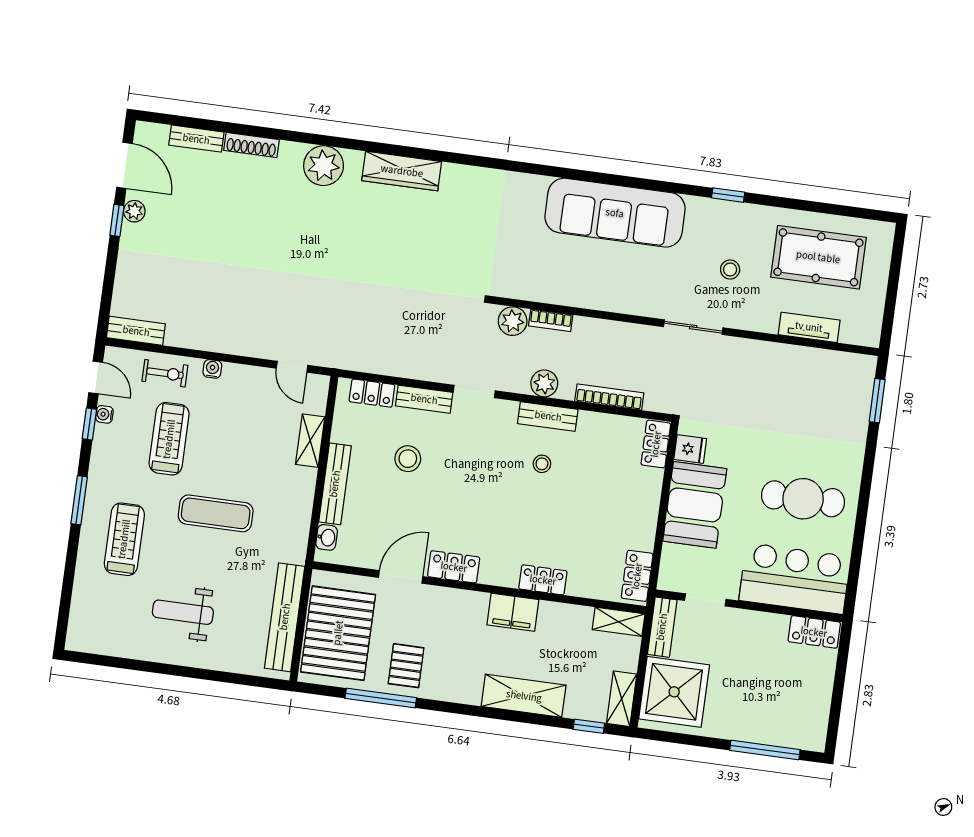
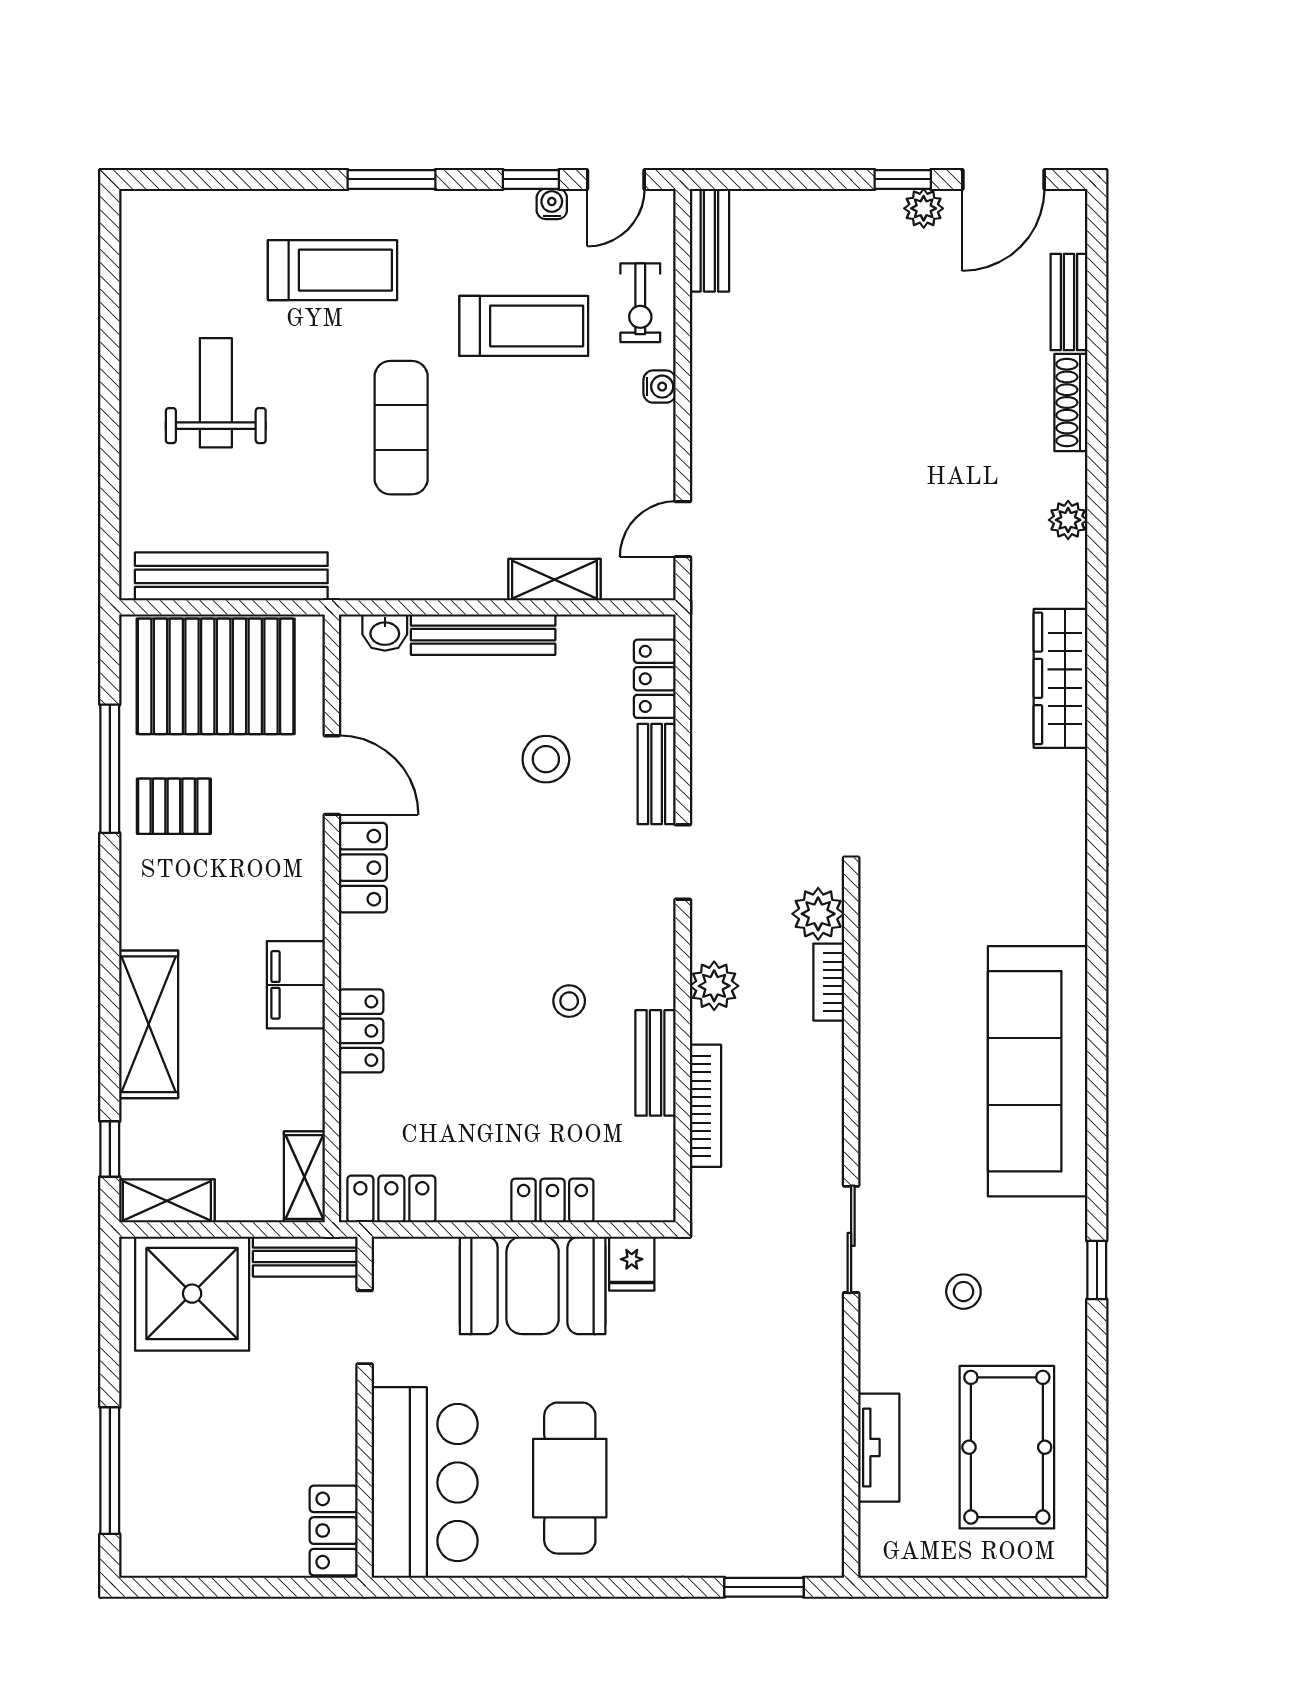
plant: (324, 166) -> (1068, 520), width x0.53, depth x0.53
bench: (548, 416) -> (656, 1063), moved
locker: (656, 444) -> (552, 1201), moved

